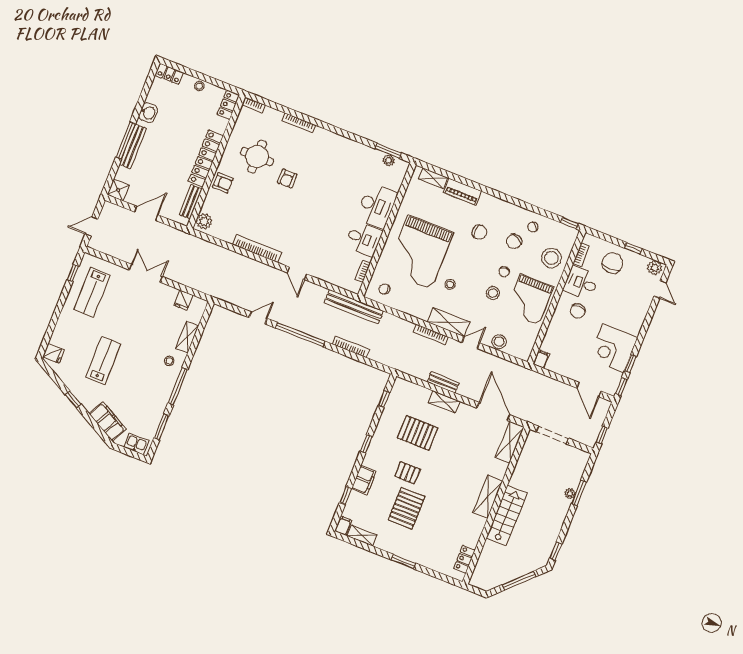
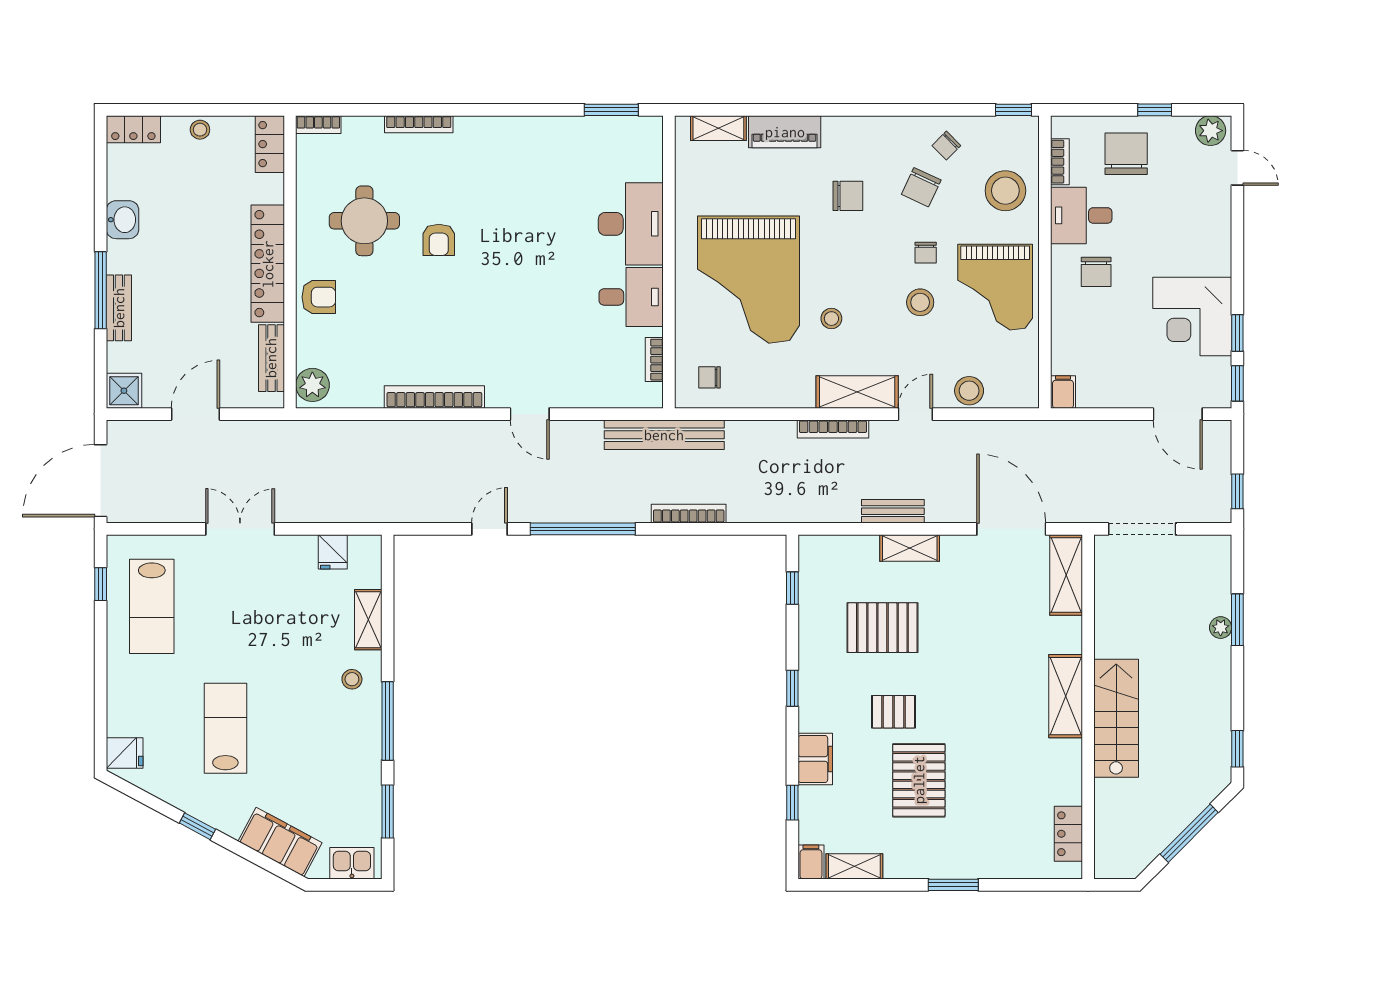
bench: (133, 146) -> (119, 308), width x0.73
plant: (389, 160) -> (620, 128), removed
door: (91, 226) -> (101, 481), width x1.88

